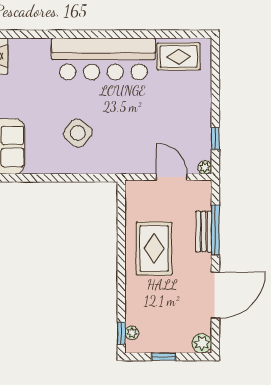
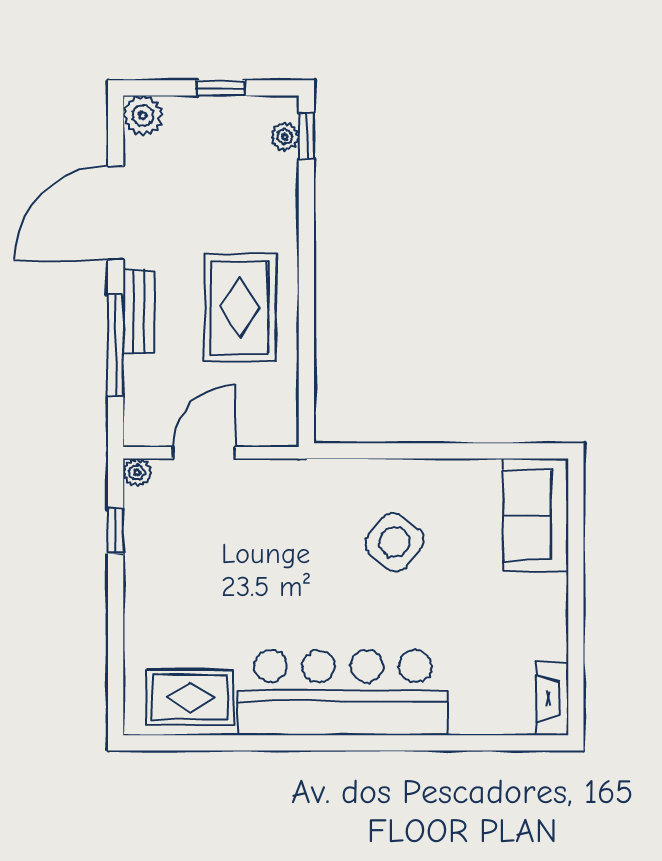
door: (172, 177) -> (204, 453), swing flipped
bench: (204, 232) -> (139, 312), moved

